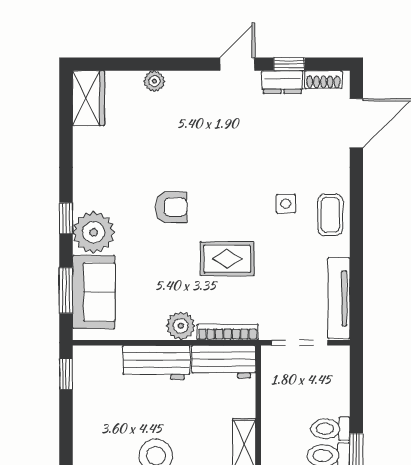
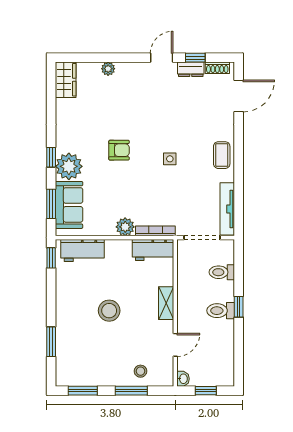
side table: (286, 204) -> (170, 159), moved
rug: (227, 259) -> (155, 183), removed
workbench: (156, 363) -> (83, 251), moved
toilet: (330, 429) -> (222, 272), moved

